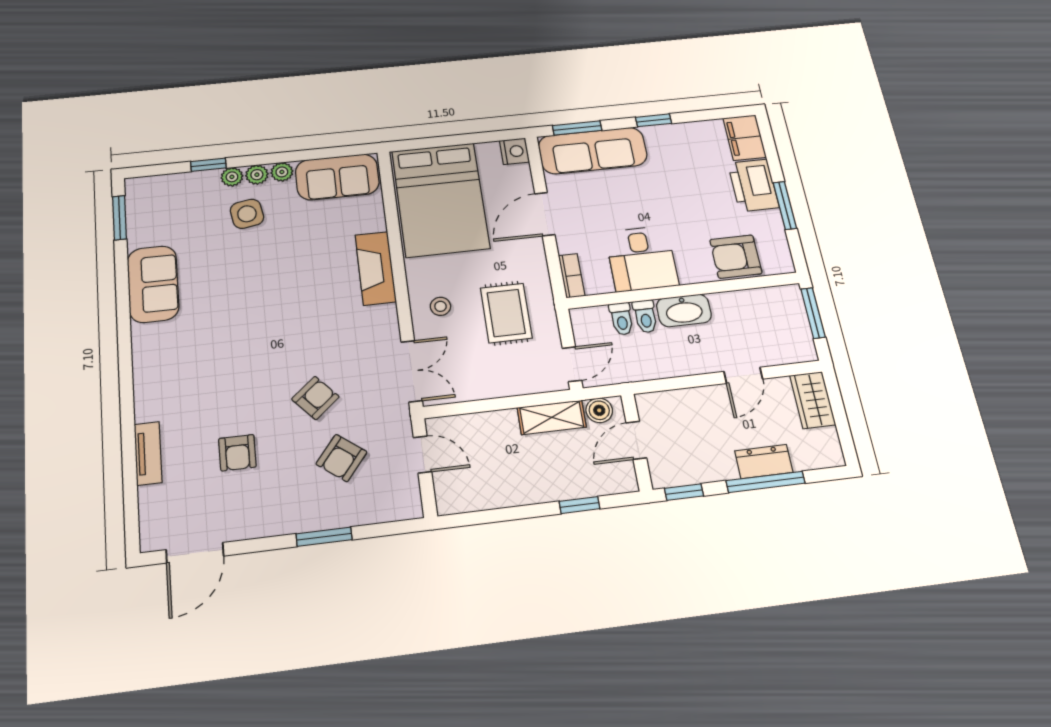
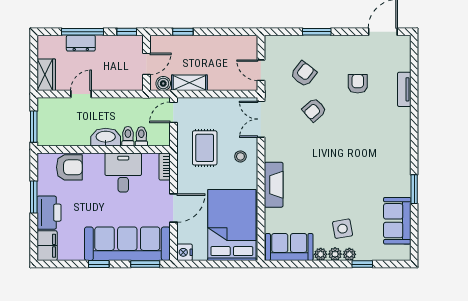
sofa: (593, 151) -> (127, 244), width x1.36, depth x1.27
window: (120, 218) -> (414, 189), moved
sofa: (153, 284) -> (397, 221), moved

